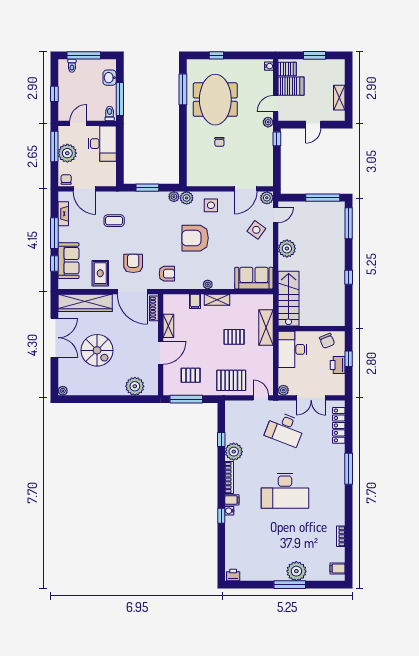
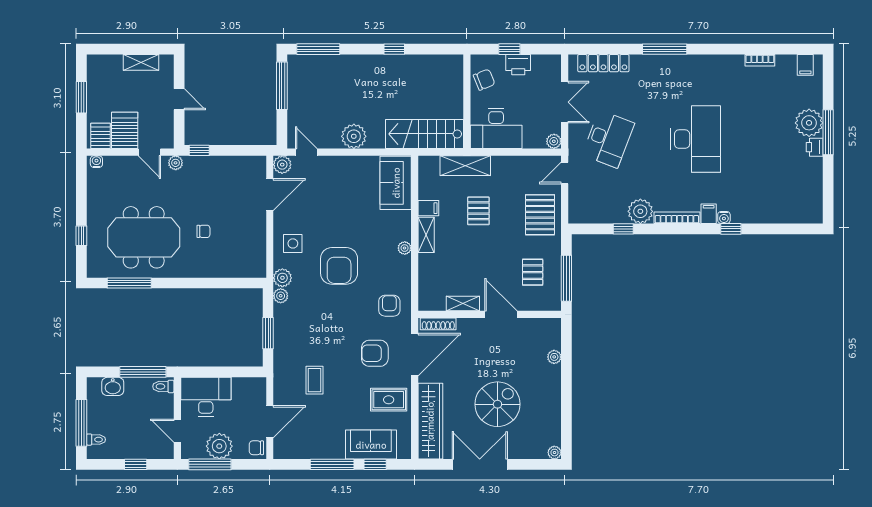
door: (246, 189) -> (270, 195), hinge flipped
fireplace: (63, 214) -> (305, 452), removed
side table: (256, 230) -> (327, 179), removed
filing cabinet: (195, 301) -> (428, 208), moved
plant: (135, 386) -> (554, 357), width x0.53, depth x0.53
printer: (233, 575) -> (815, 147), moved

